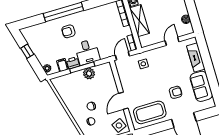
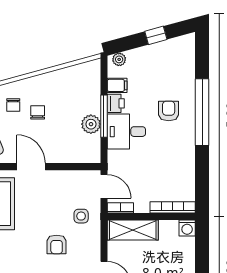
shelving: (139, 21) -> (133, 230), moved
armchair: (176, 92) -> (57, 244), moved

